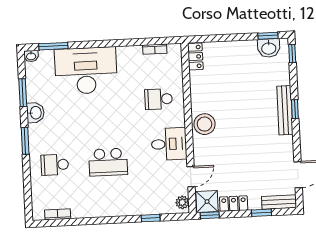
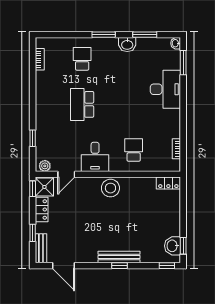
desk: (86, 71) -> (165, 89), width x0.73, depth x0.77
door: (191, 177) -> (66, 174), hinge flipped

